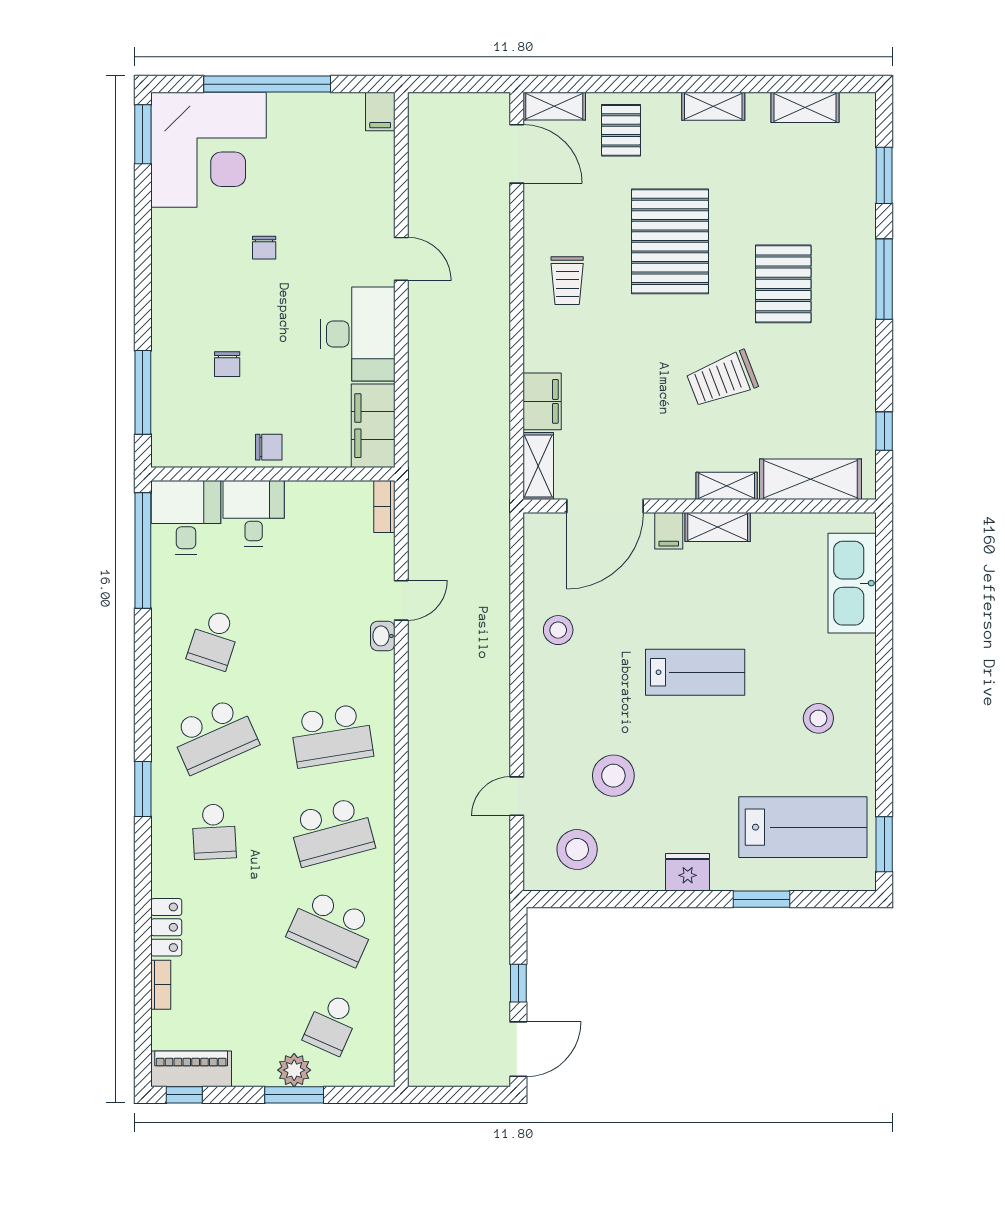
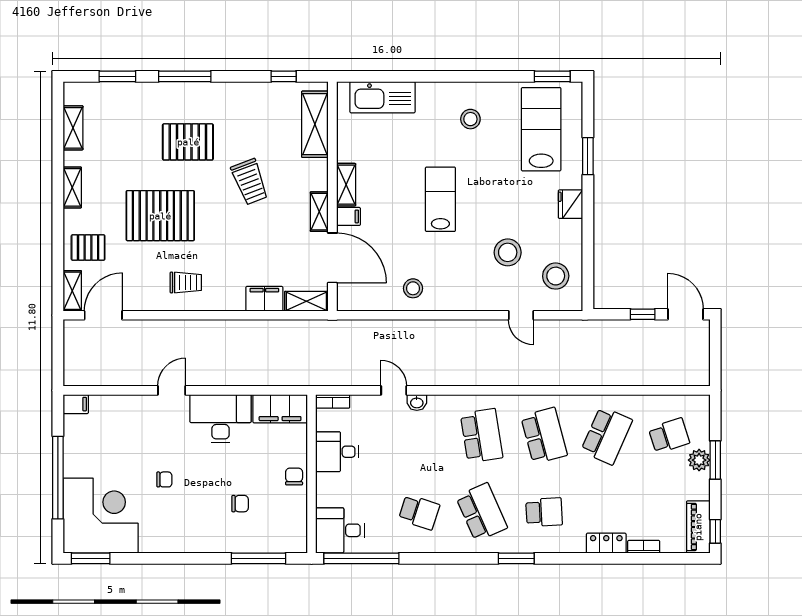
shelving: (727, 486) -> (319, 212), moved
desk: (254, 513) -> (337, 452), moved
school desk: (332, 1024) -> (669, 436), turned -42

